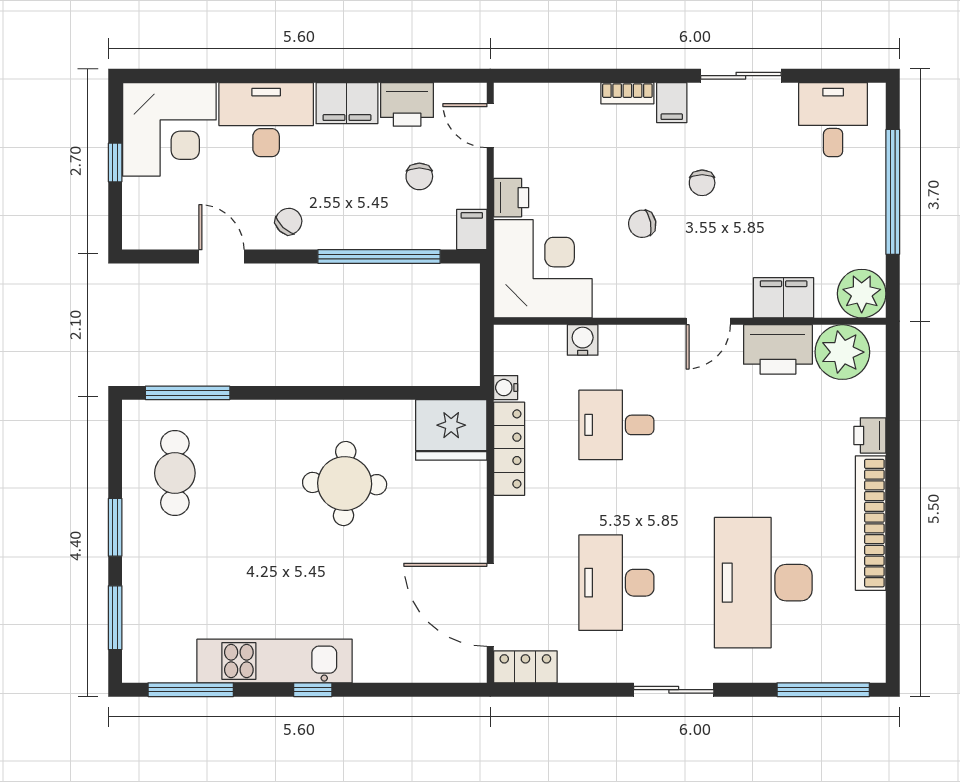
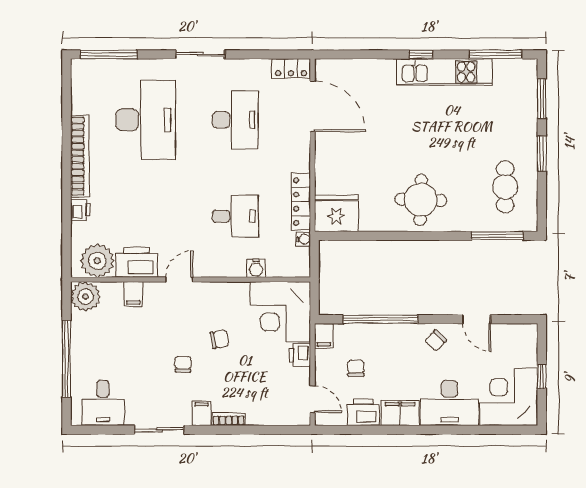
filing cabinet: (784, 298) -> (133, 294), width x0.50
round table: (345, 484) -> (421, 200), moved

